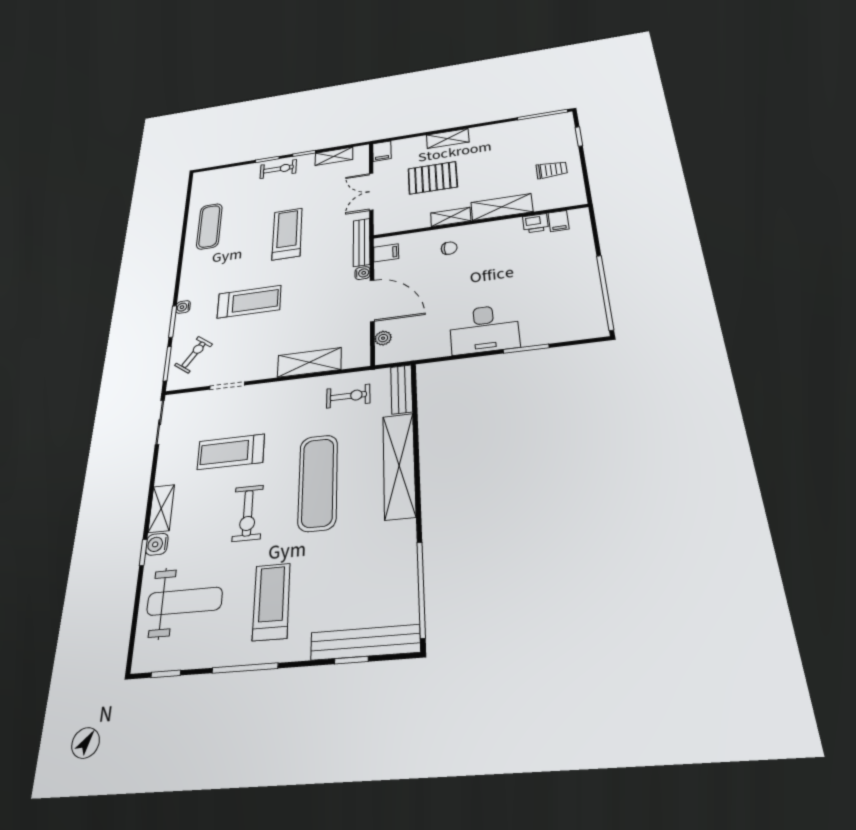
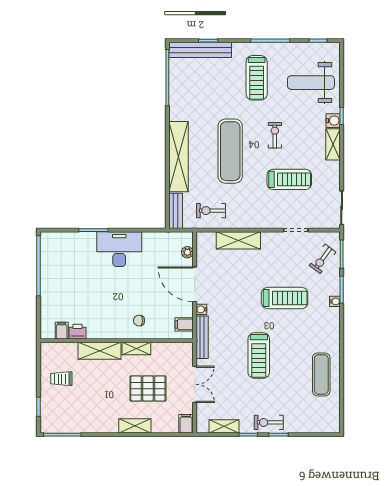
treadmill: (249, 302) -> (285, 298), turned 180
exercise bike: (248, 513) -> (275, 135), width x0.73, depth x0.72

